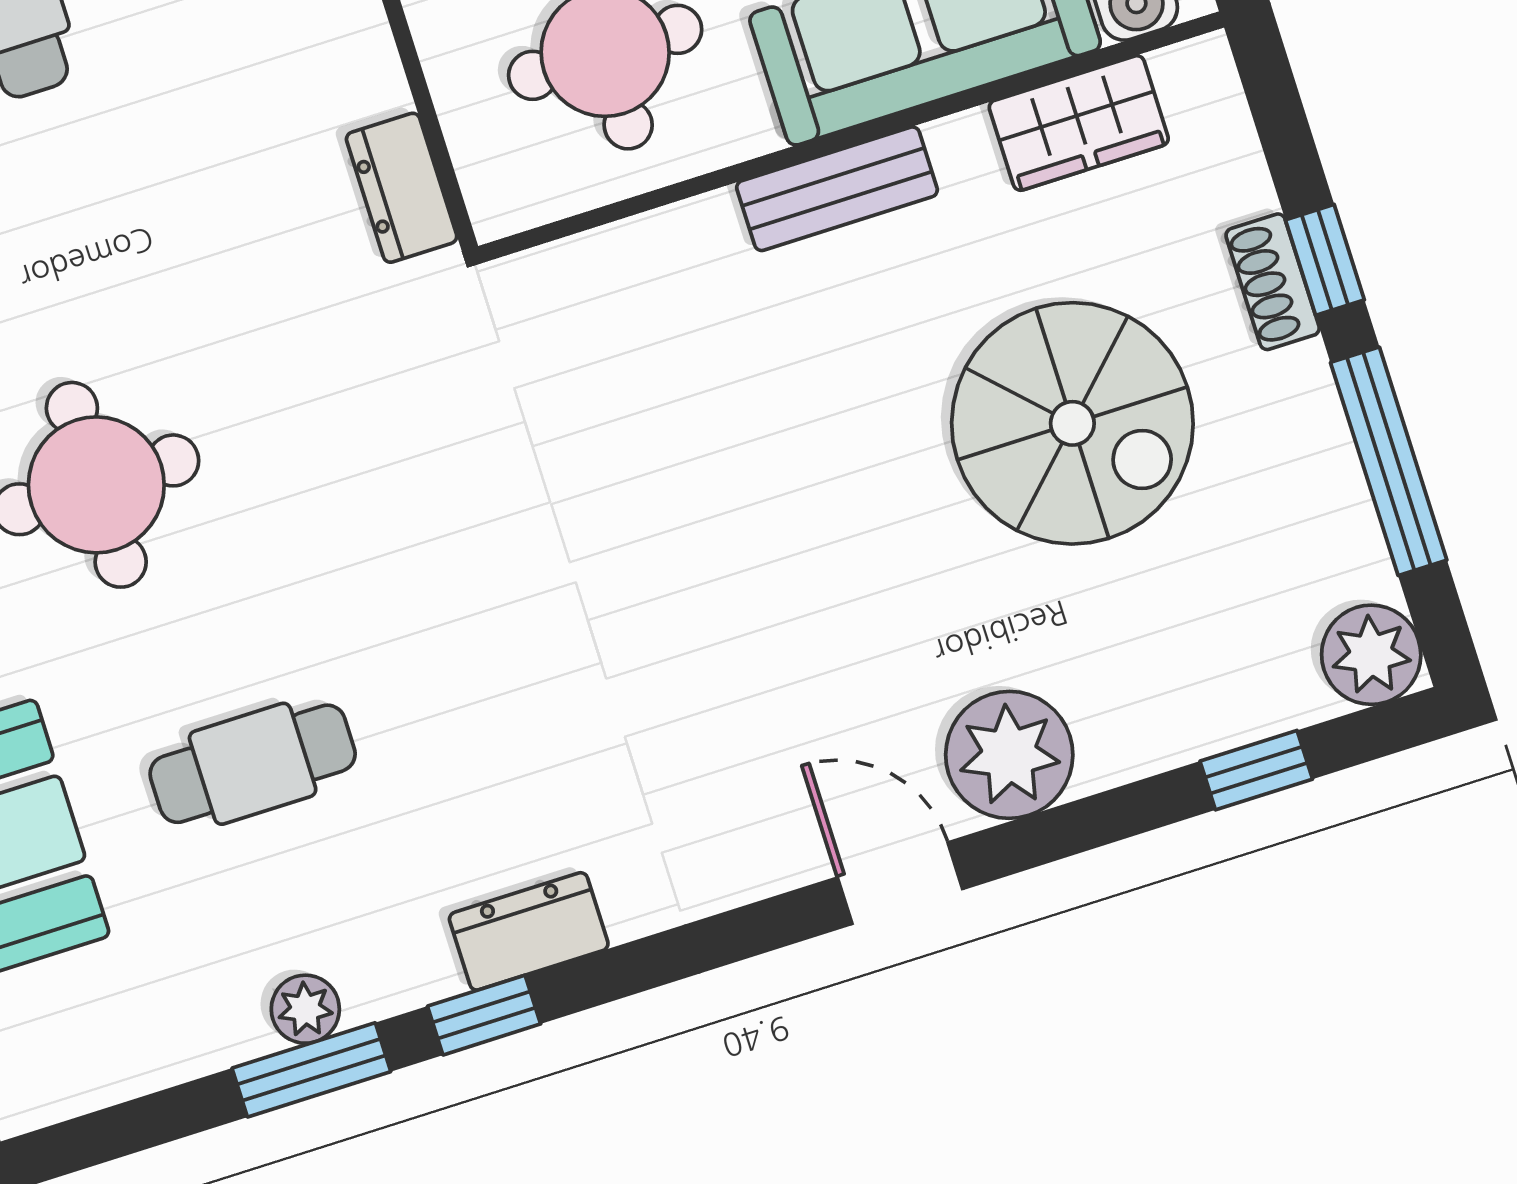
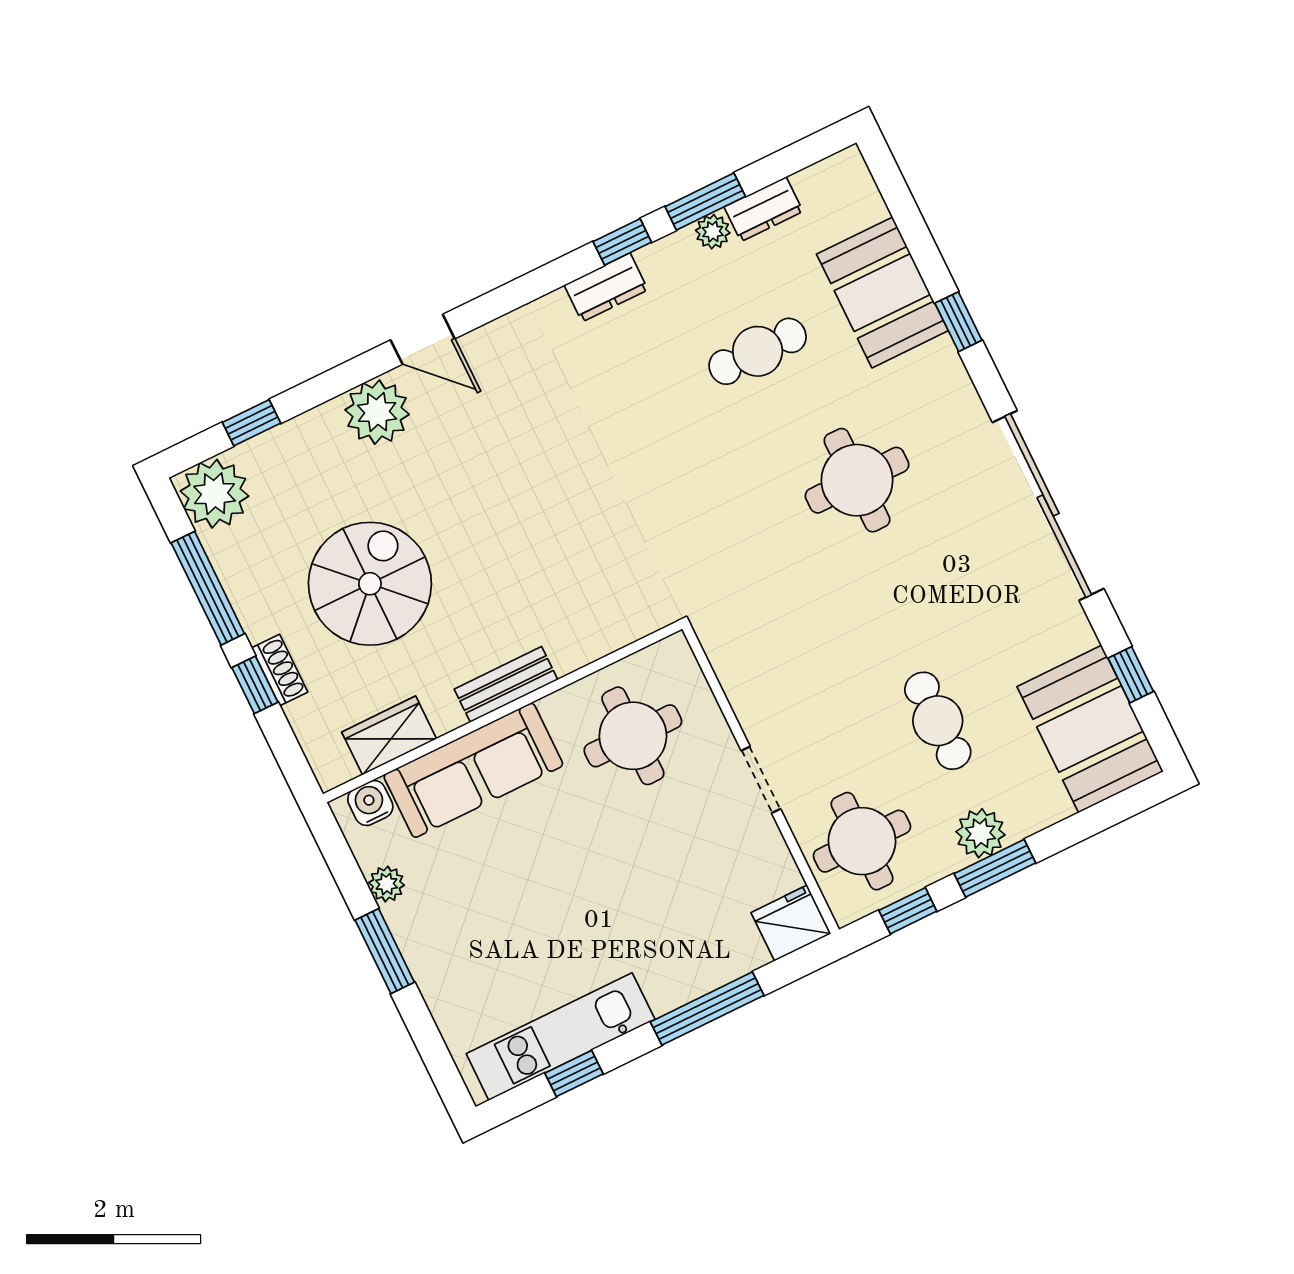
dresser: (402, 188) -> (764, 209), moved, turned 90
spiral stairs: (1072, 423) -> (370, 584), turned 90
plant: (1371, 655) -> (215, 494), width x1.36, depth x1.36

